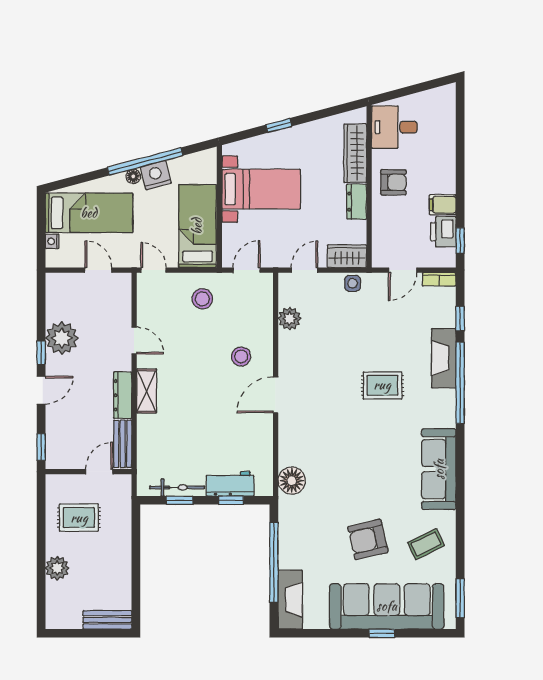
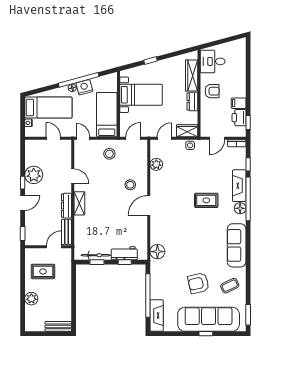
floor lamp: (445, 400) -> (240, 208), added

